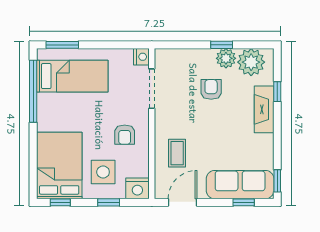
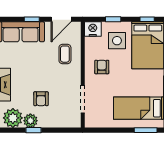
nightstand: (141, 57) -> (90, 122), removed
window: (244, 202) -> (32, 19), moved

